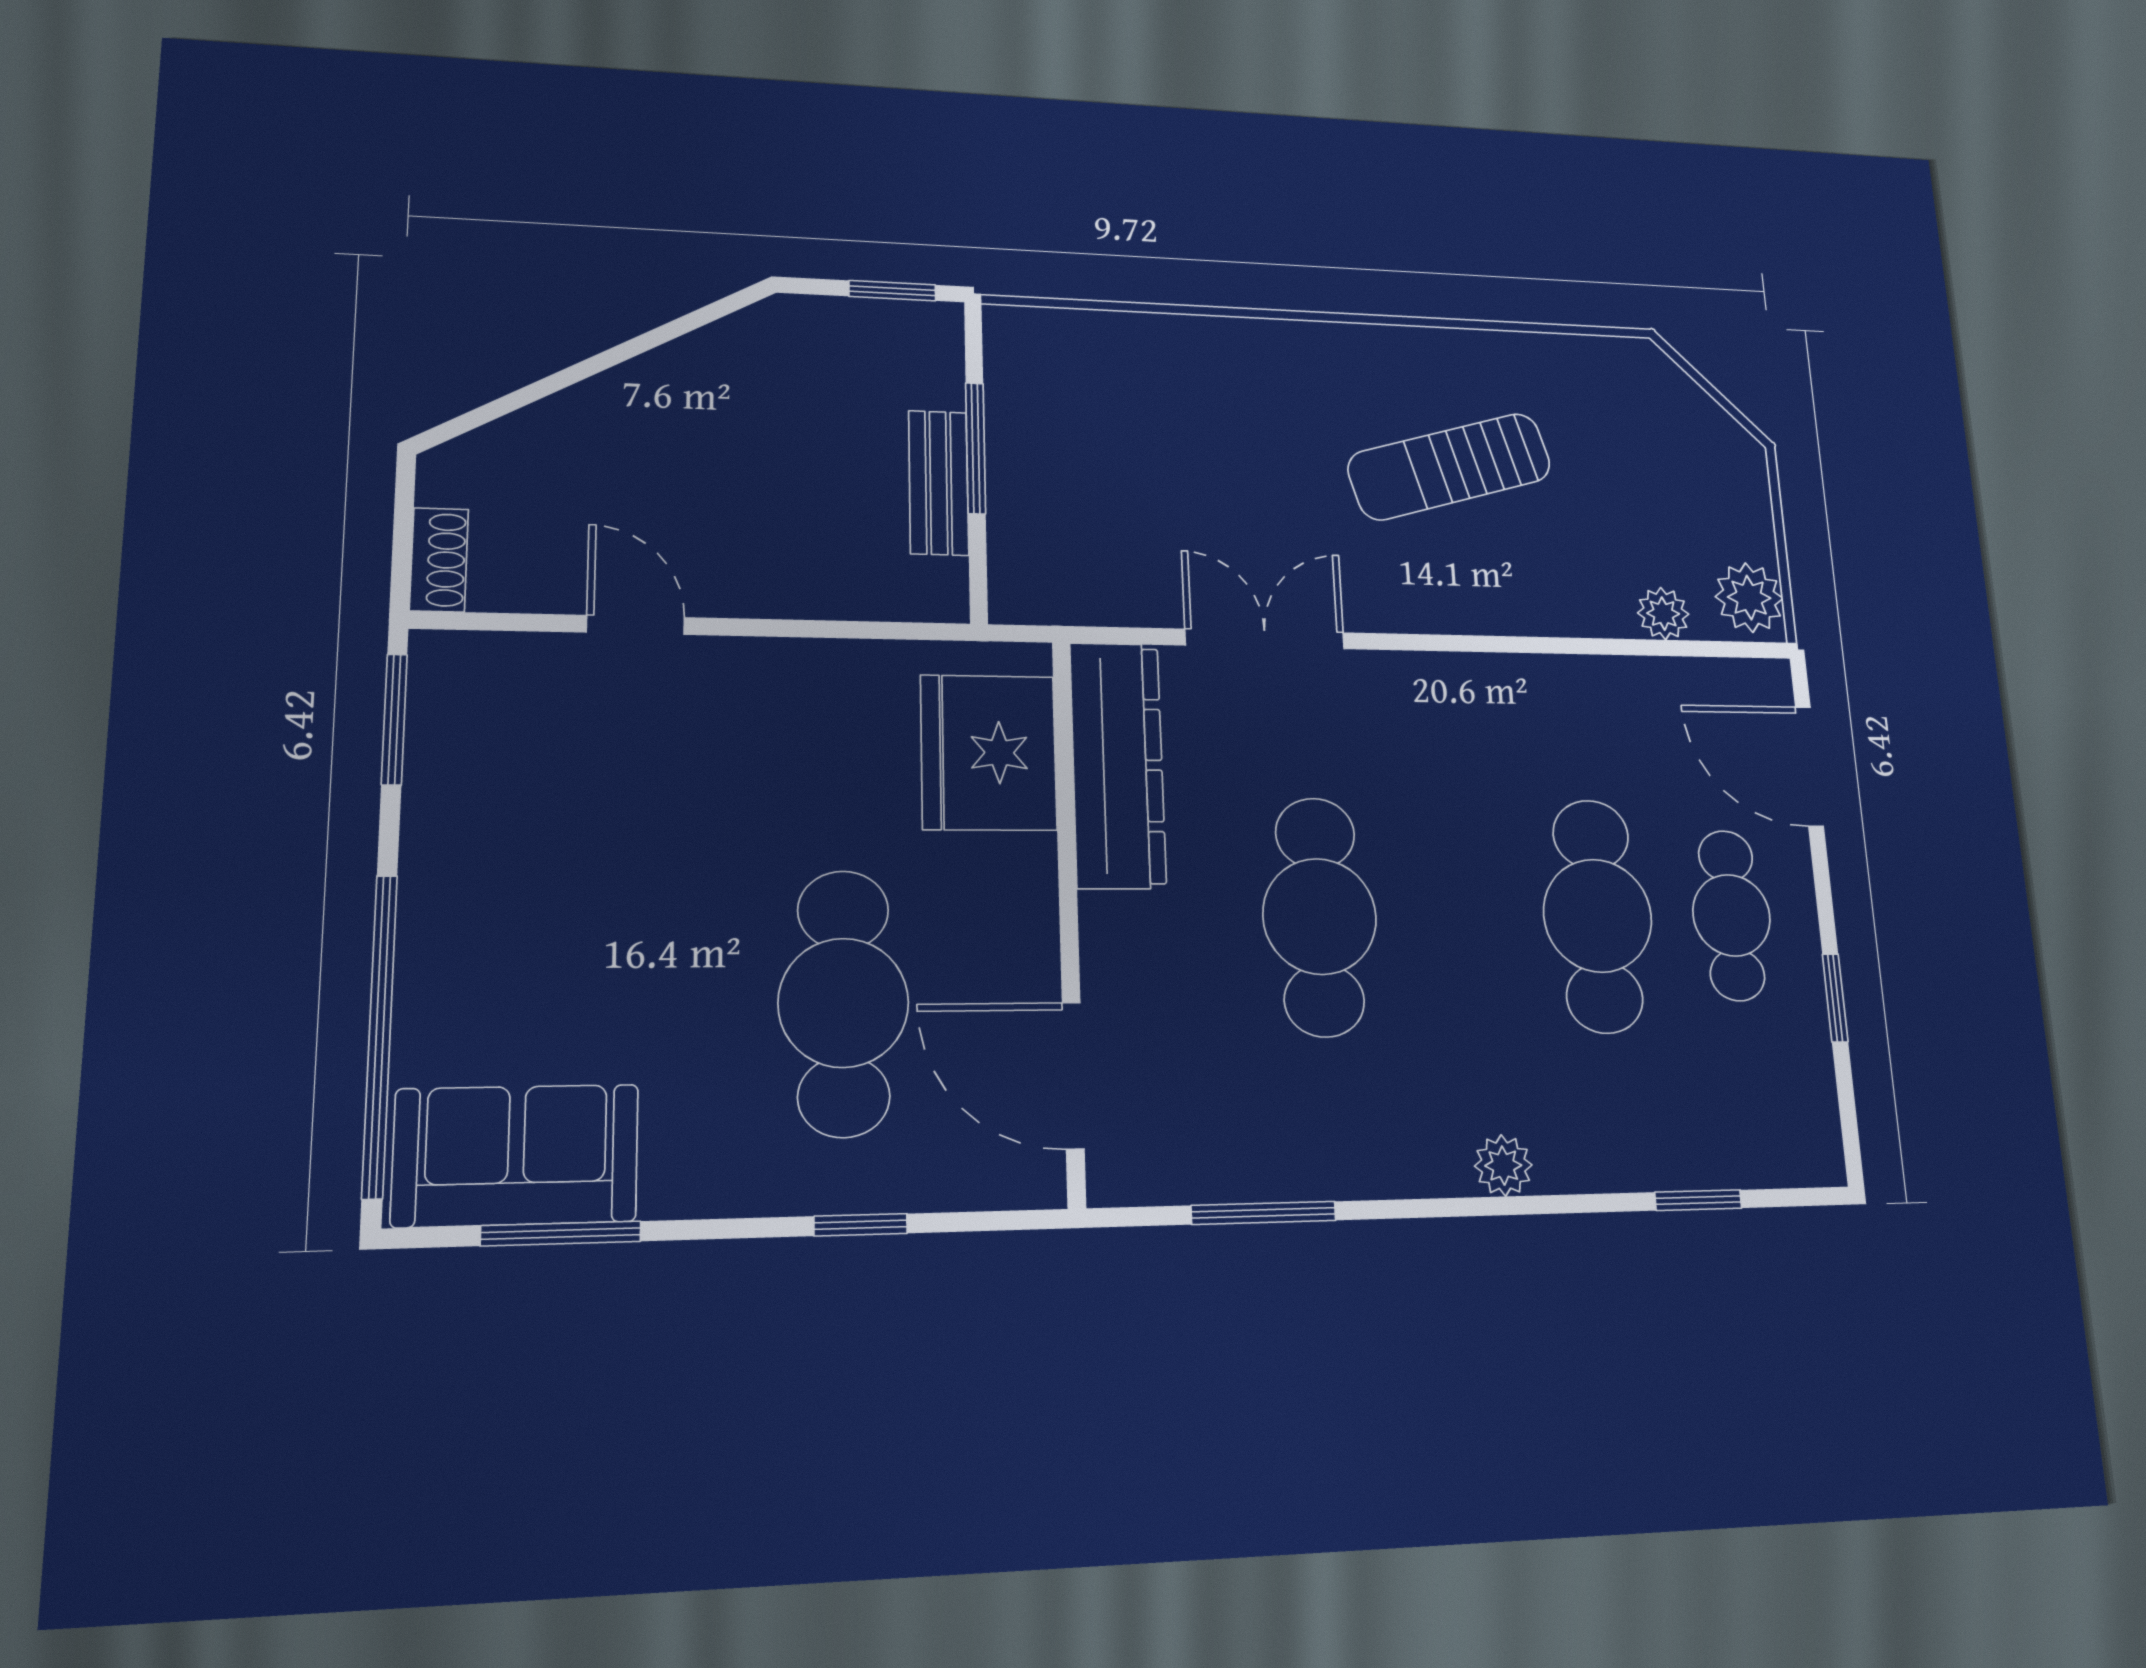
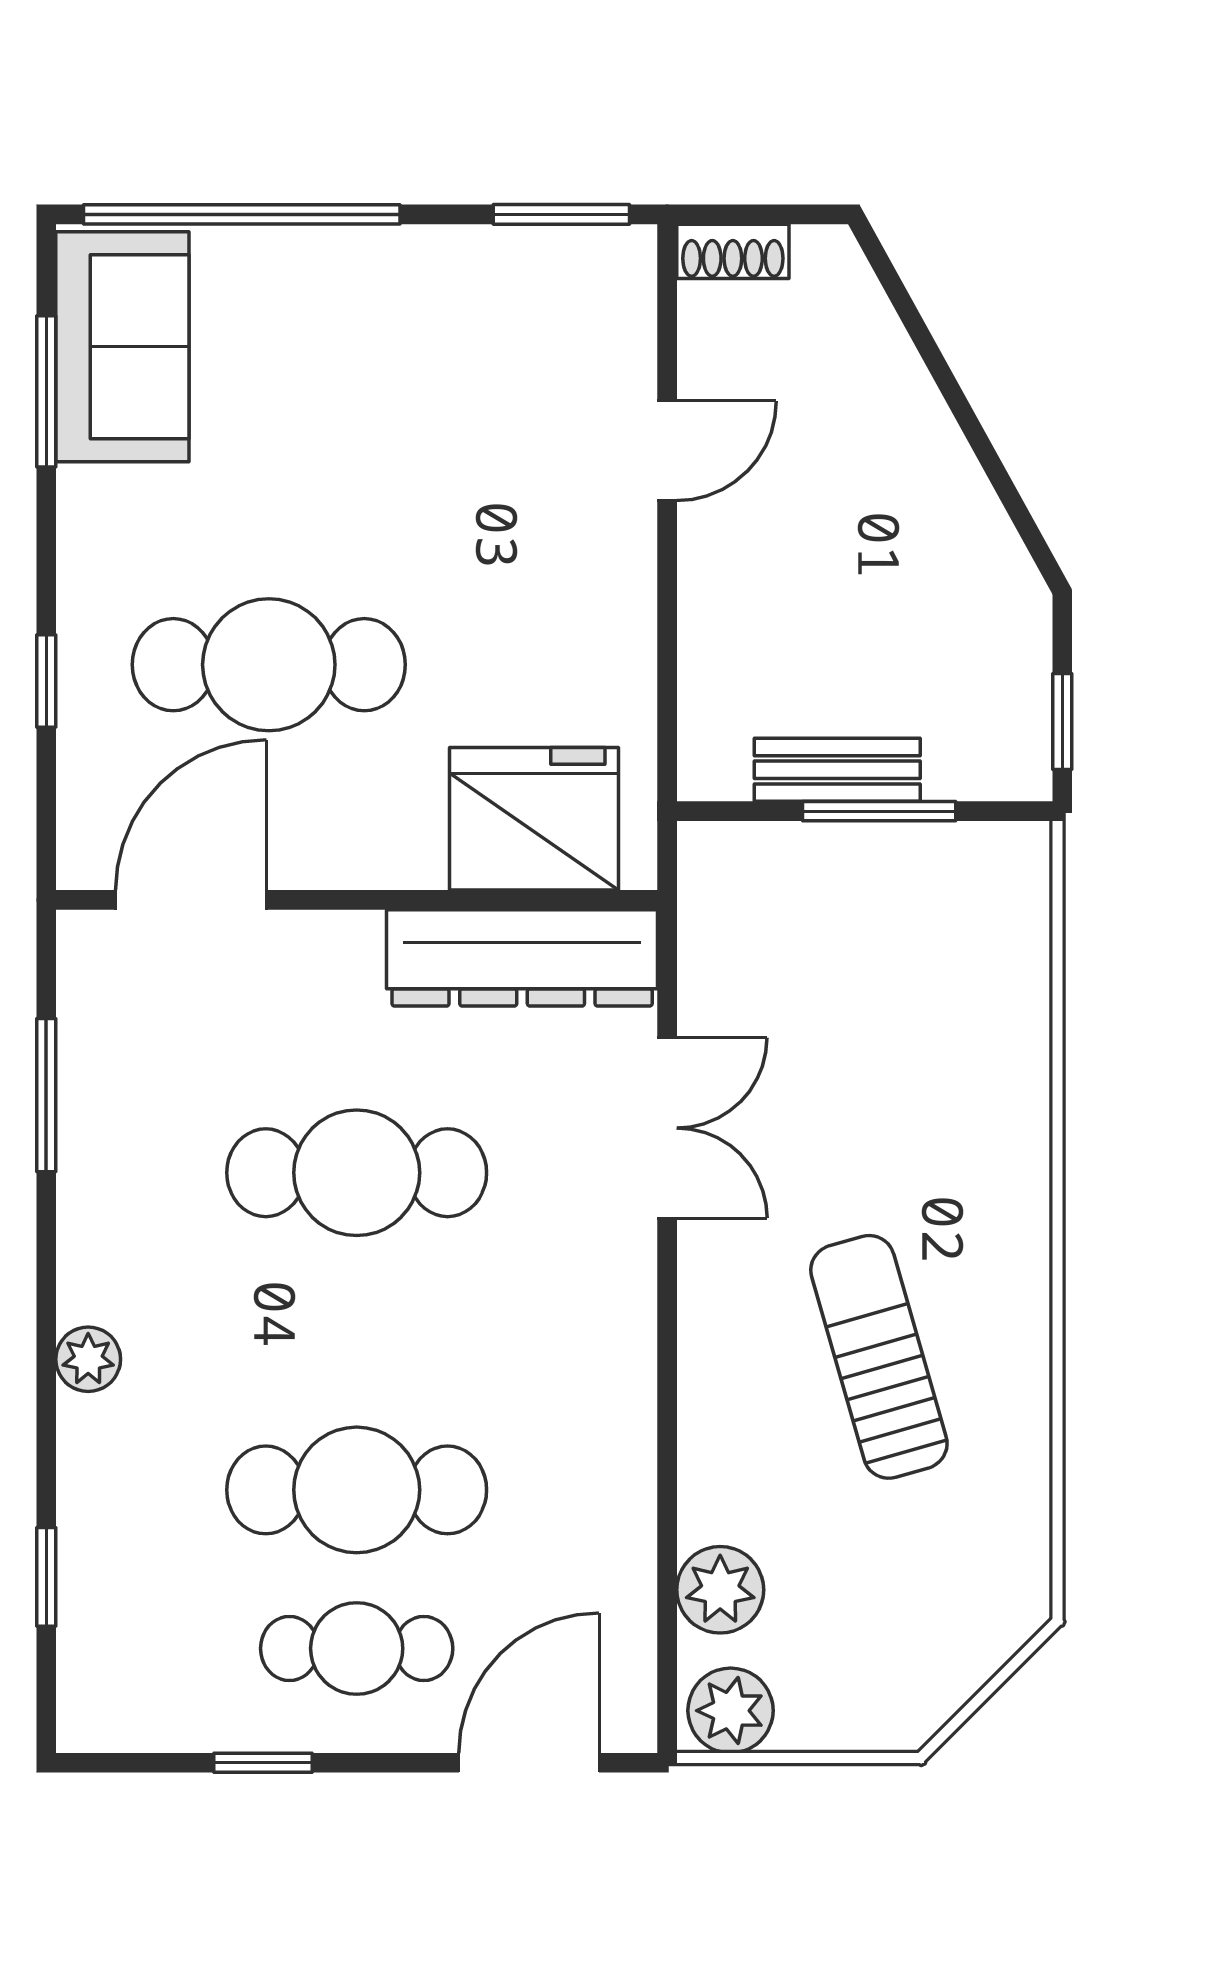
plant: (1663, 614) -> (720, 1590), width x1.38, depth x1.38

